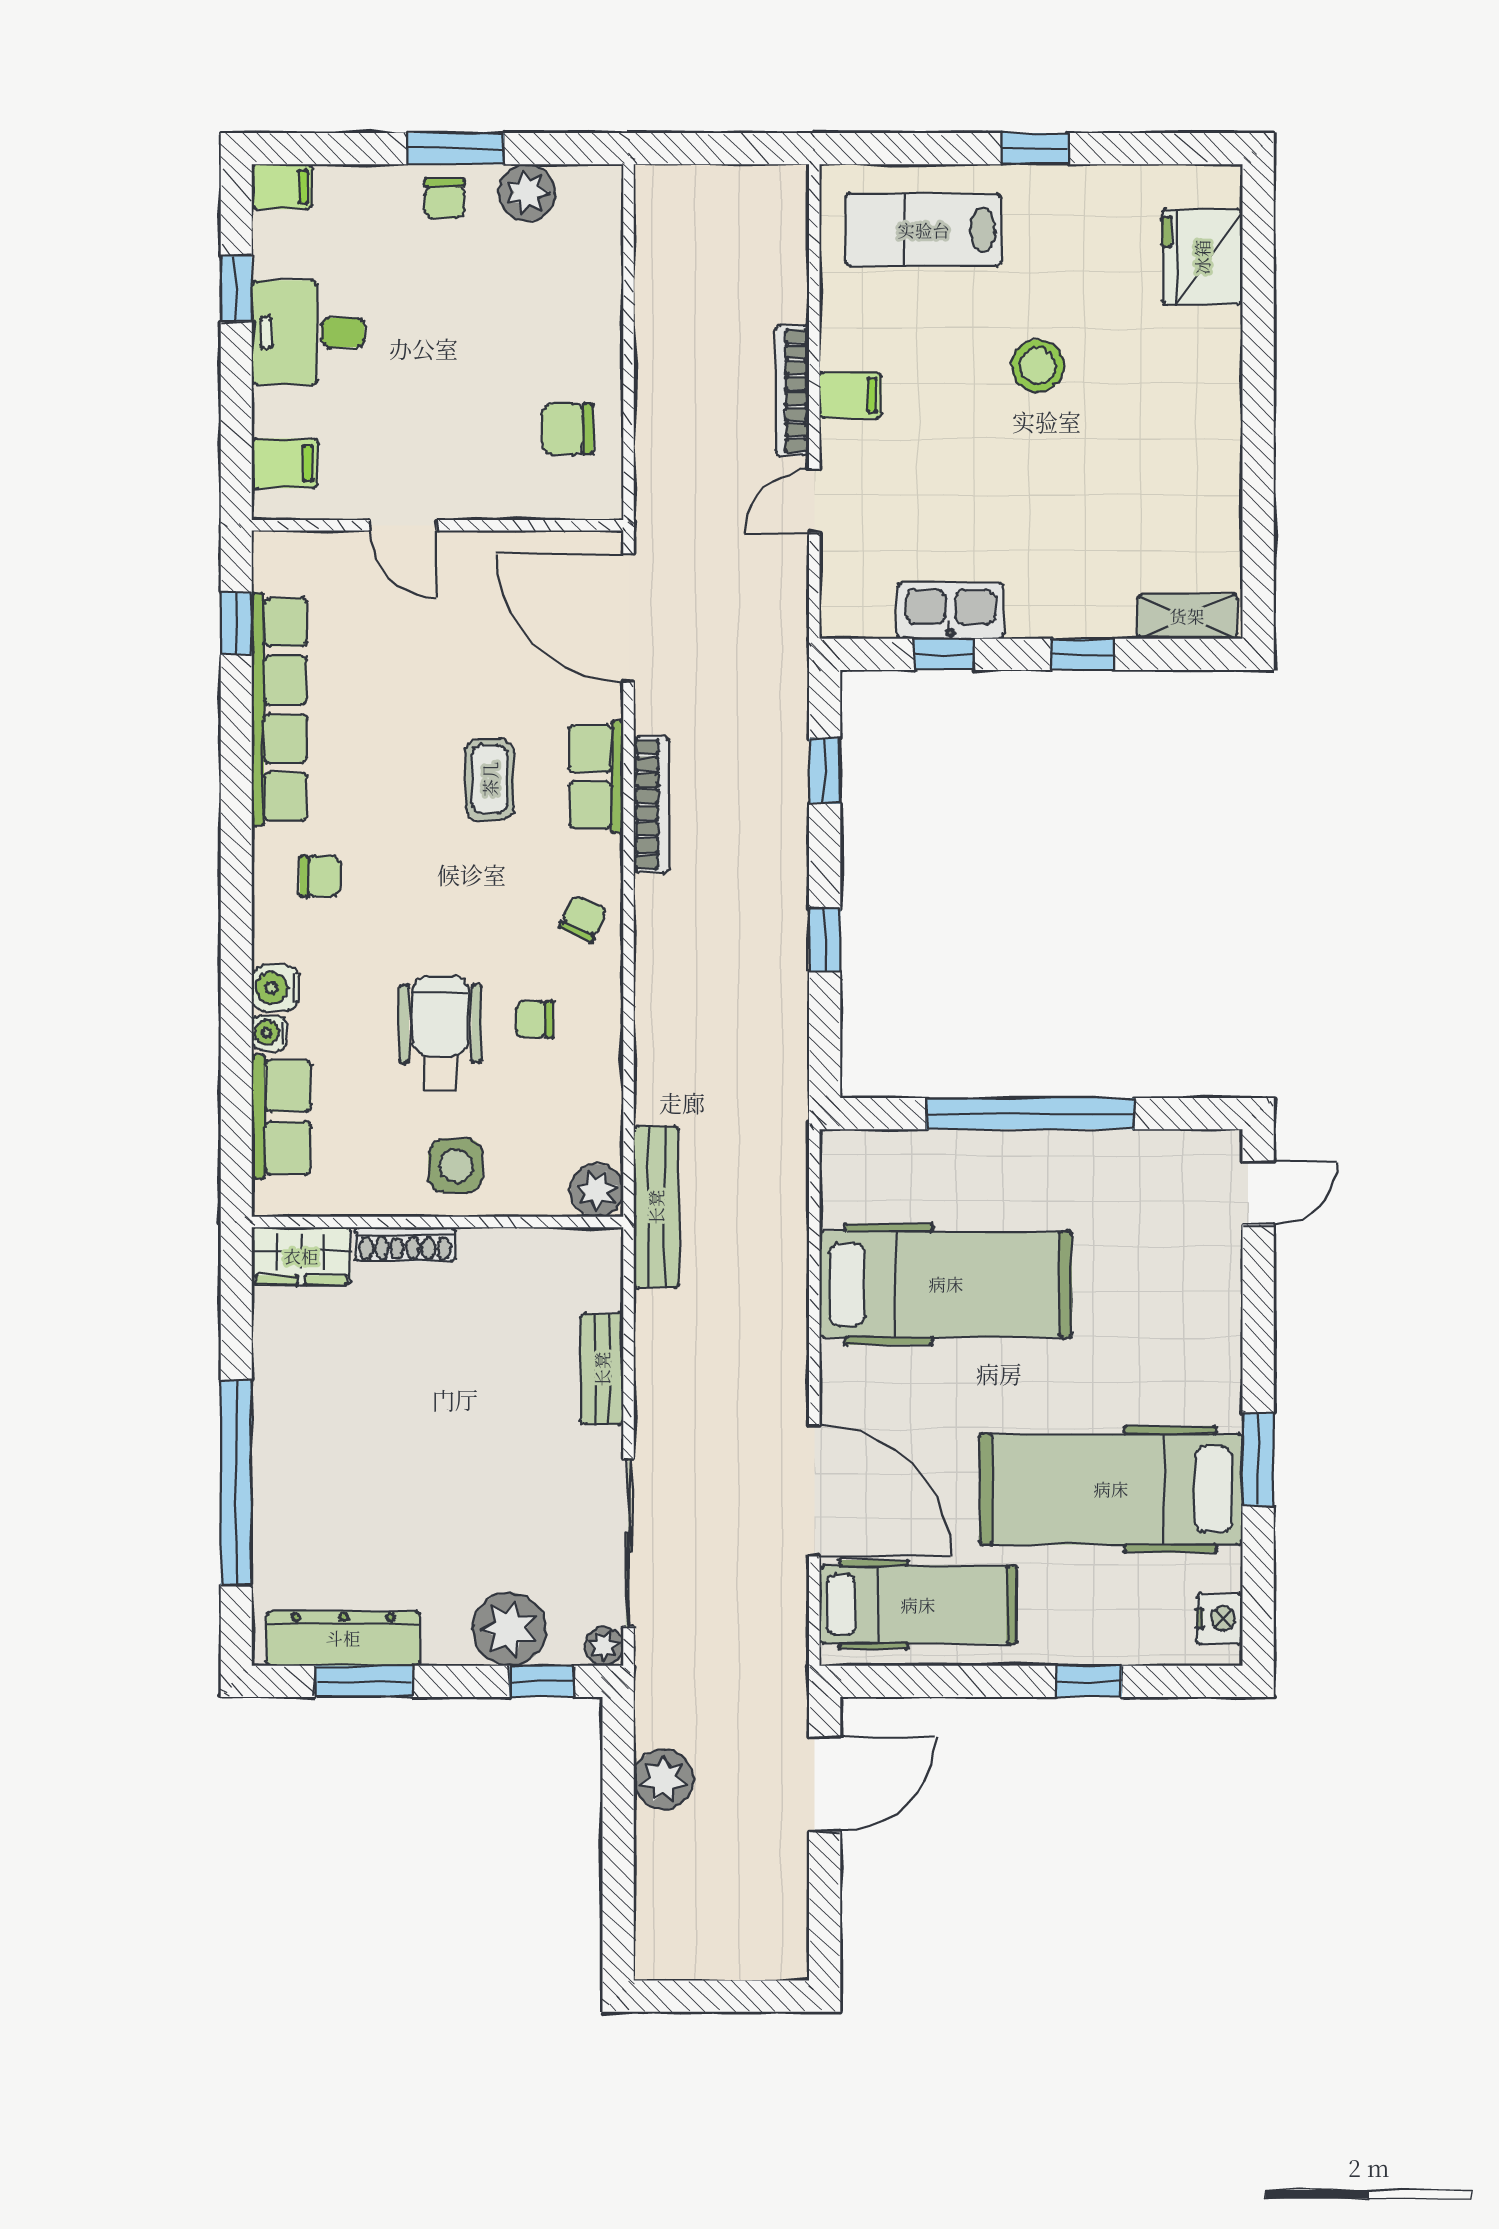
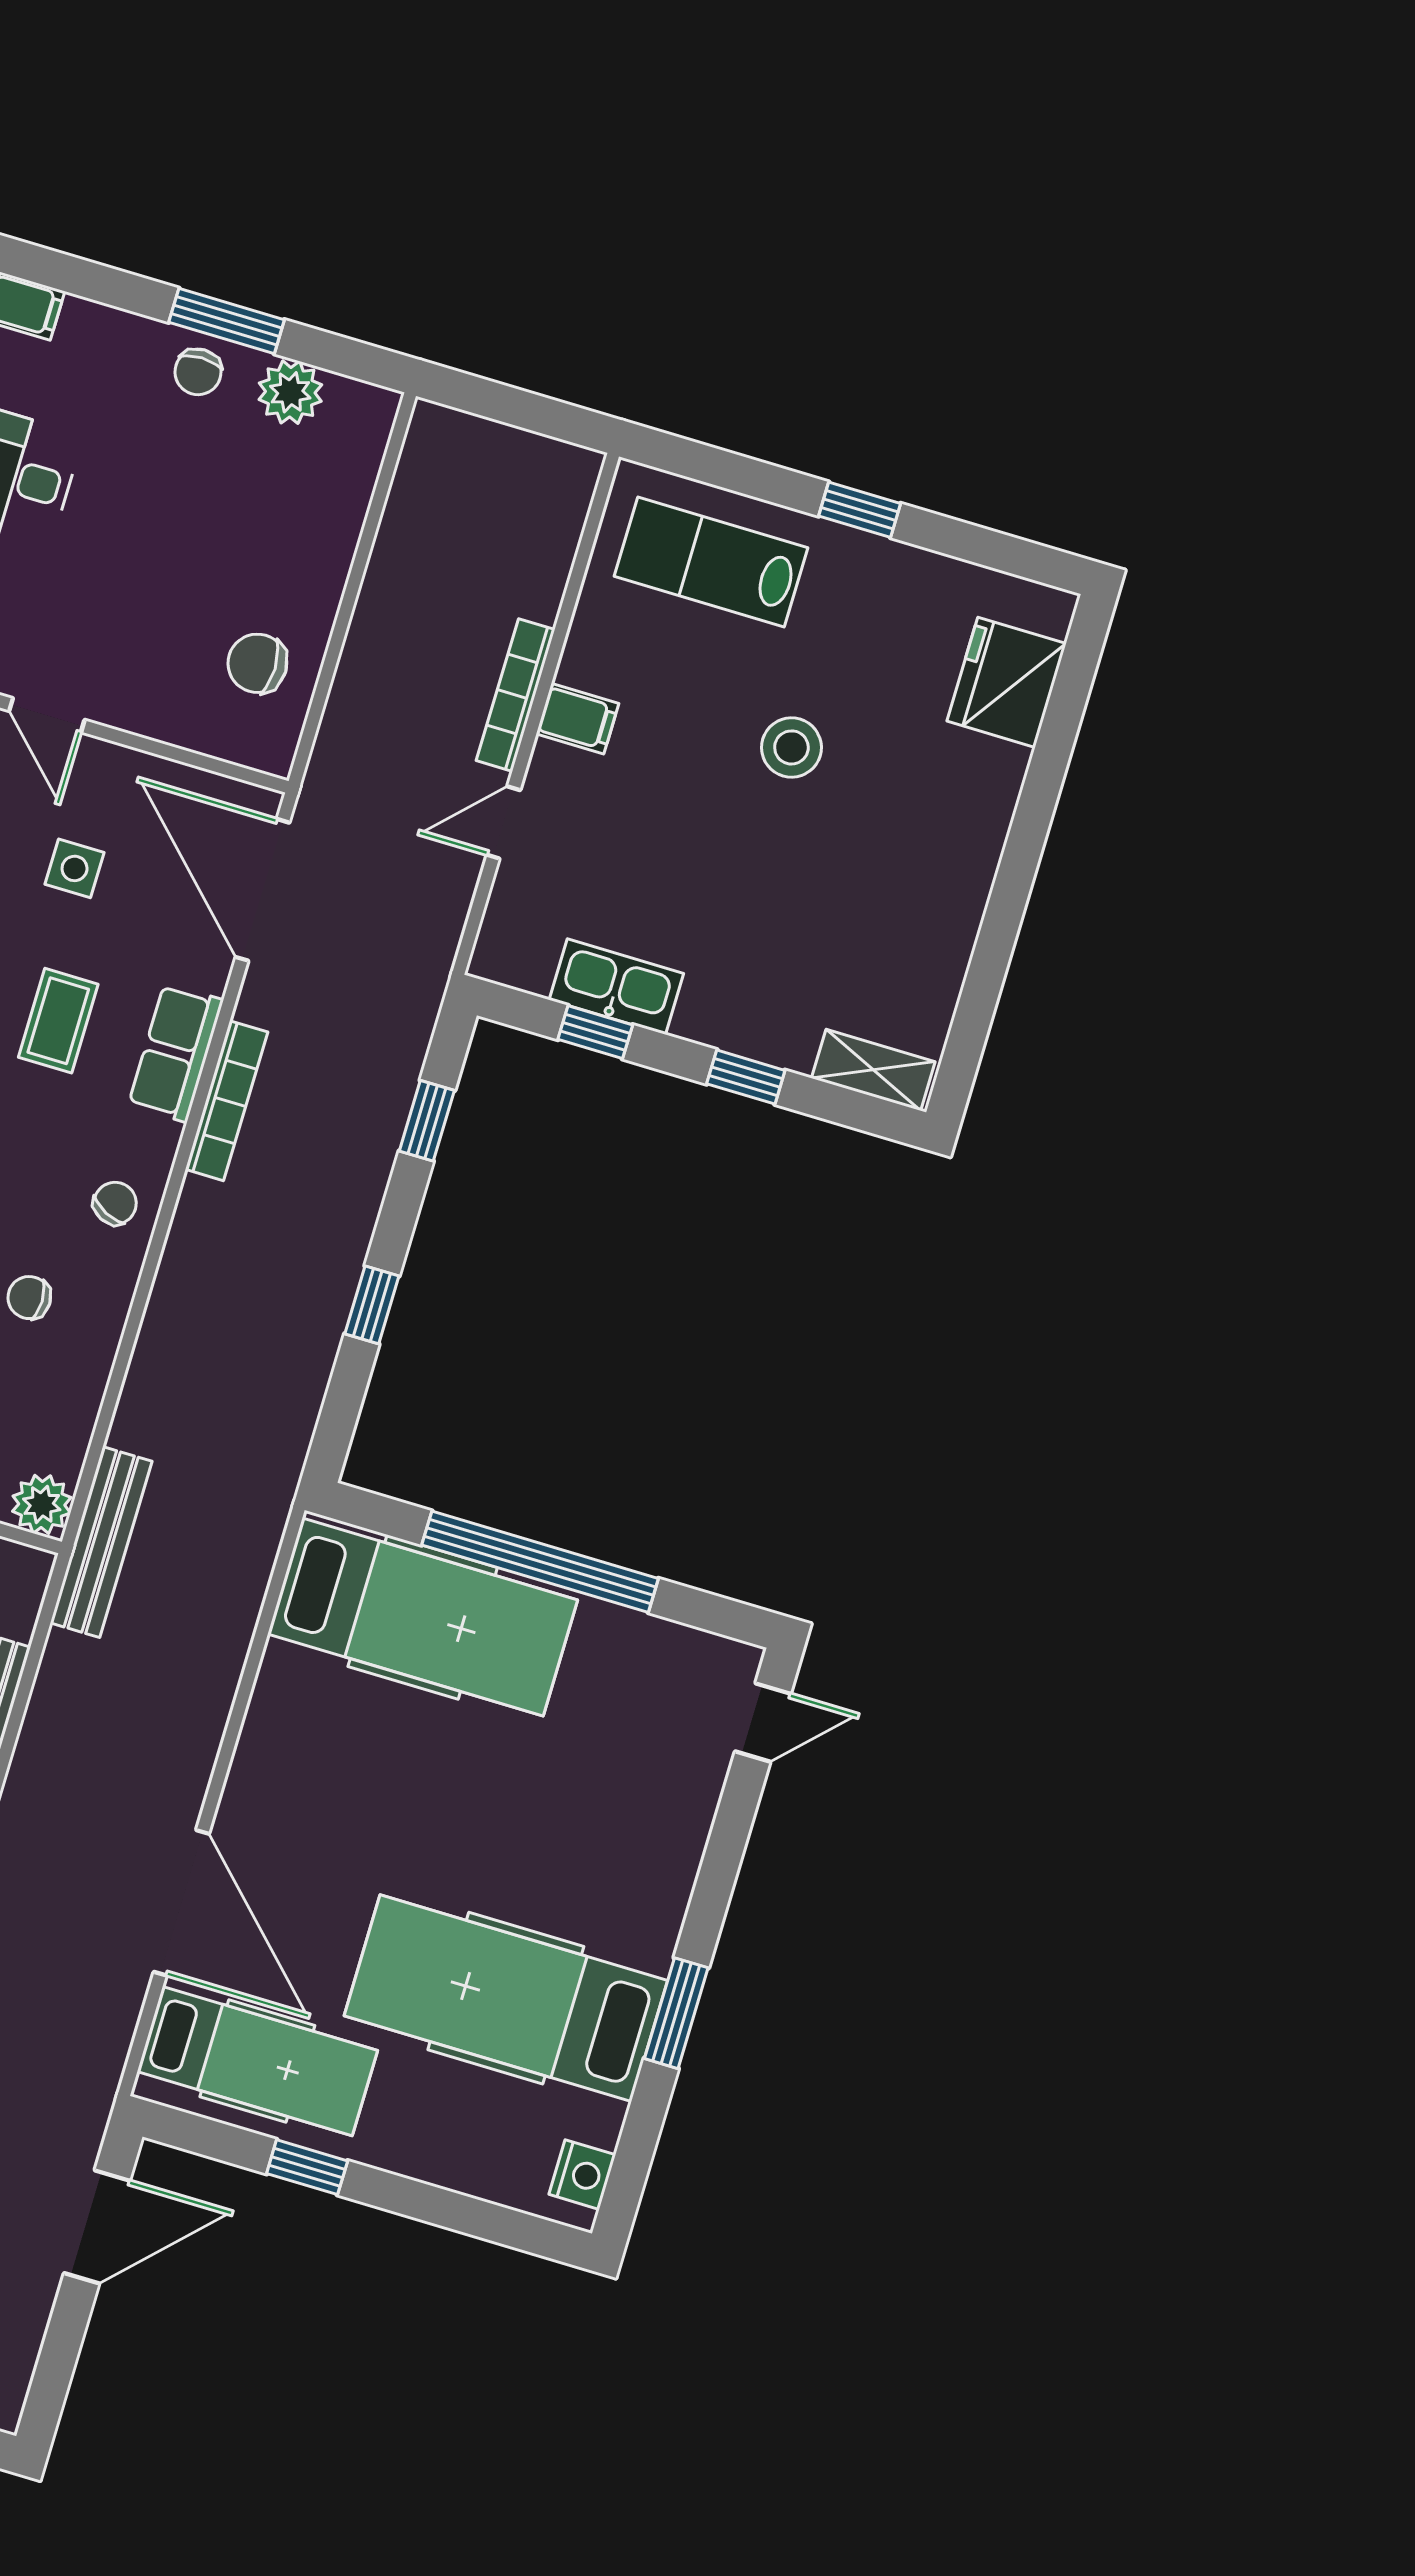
side table: (465, 647) -> (75, 868), added
hospital bed: (946, 1284) -> (423, 1617), moved
window: (1089, 1681) -> (307, 2167), moved

